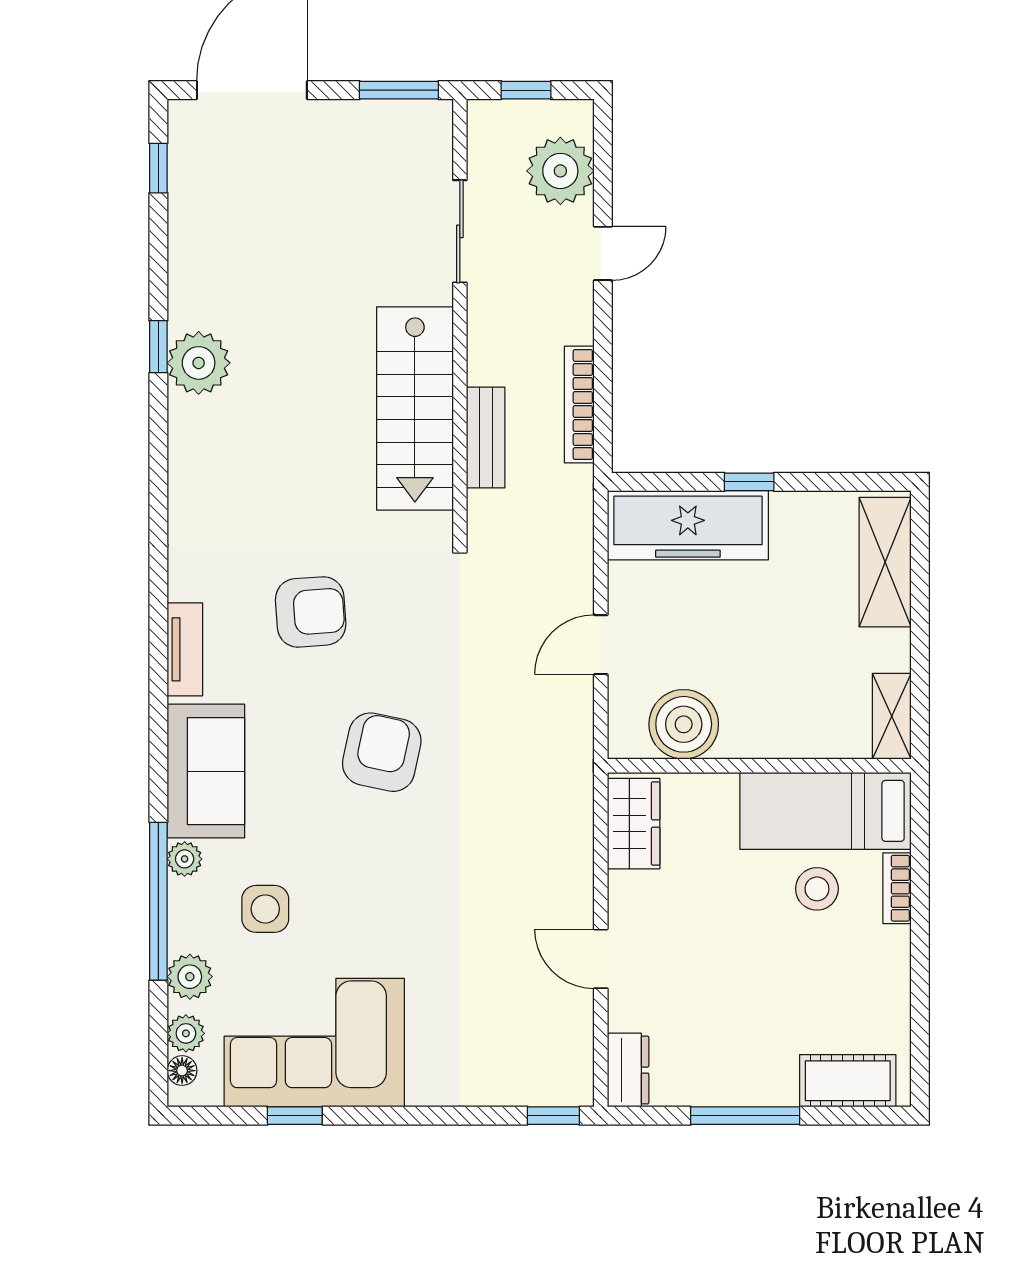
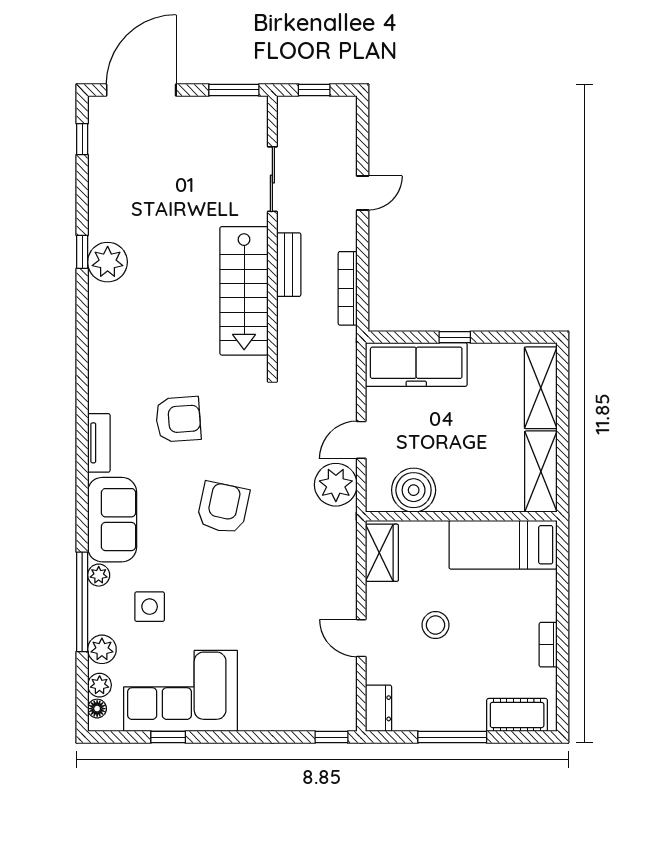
plant: (560, 171) -> (336, 485), moved
bench: (486, 438) -> (289, 265), moved
shelving: (892, 716) -> (541, 472), width x1.50, depth x1.33
bookcase: (897, 888) -> (548, 645), moved
stool: (817, 889) -> (436, 625), moved

